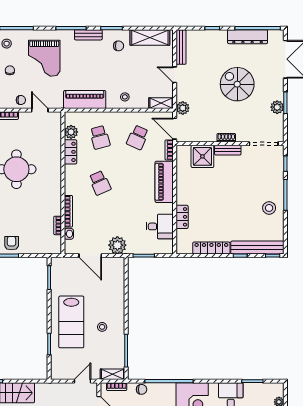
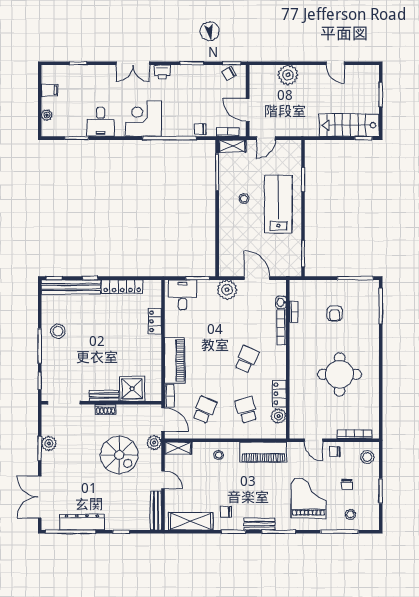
spiral stairs: (237, 84) -> (119, 455), moved
school desk: (100, 183) -> (247, 359), turned 48
desk: (160, 226) -> (183, 295), moved, turned 90
armchair: (12, 243) -> (335, 313), moved

